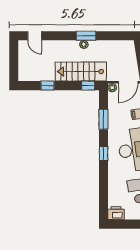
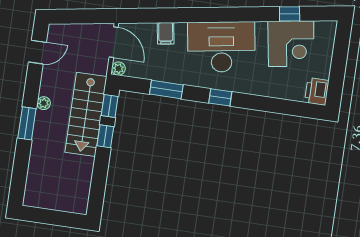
door: (35, 36) -> (37, 52), moved
window: (86, 36) -> (27, 123), moved
window: (48, 86) -> (105, 136), moved

